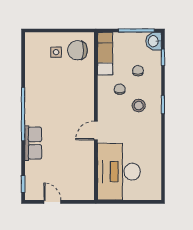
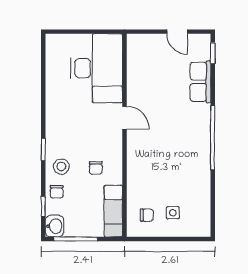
chair: (77, 50) -> (147, 215), width x0.54, depth x0.54
chair: (138, 71) -> (57, 192), moved
stool: (139, 106) -> (61, 167), moved
door: (96, 131) -> (124, 118), hinge flipped
row of seats: (33, 143) -> (200, 82), moved

